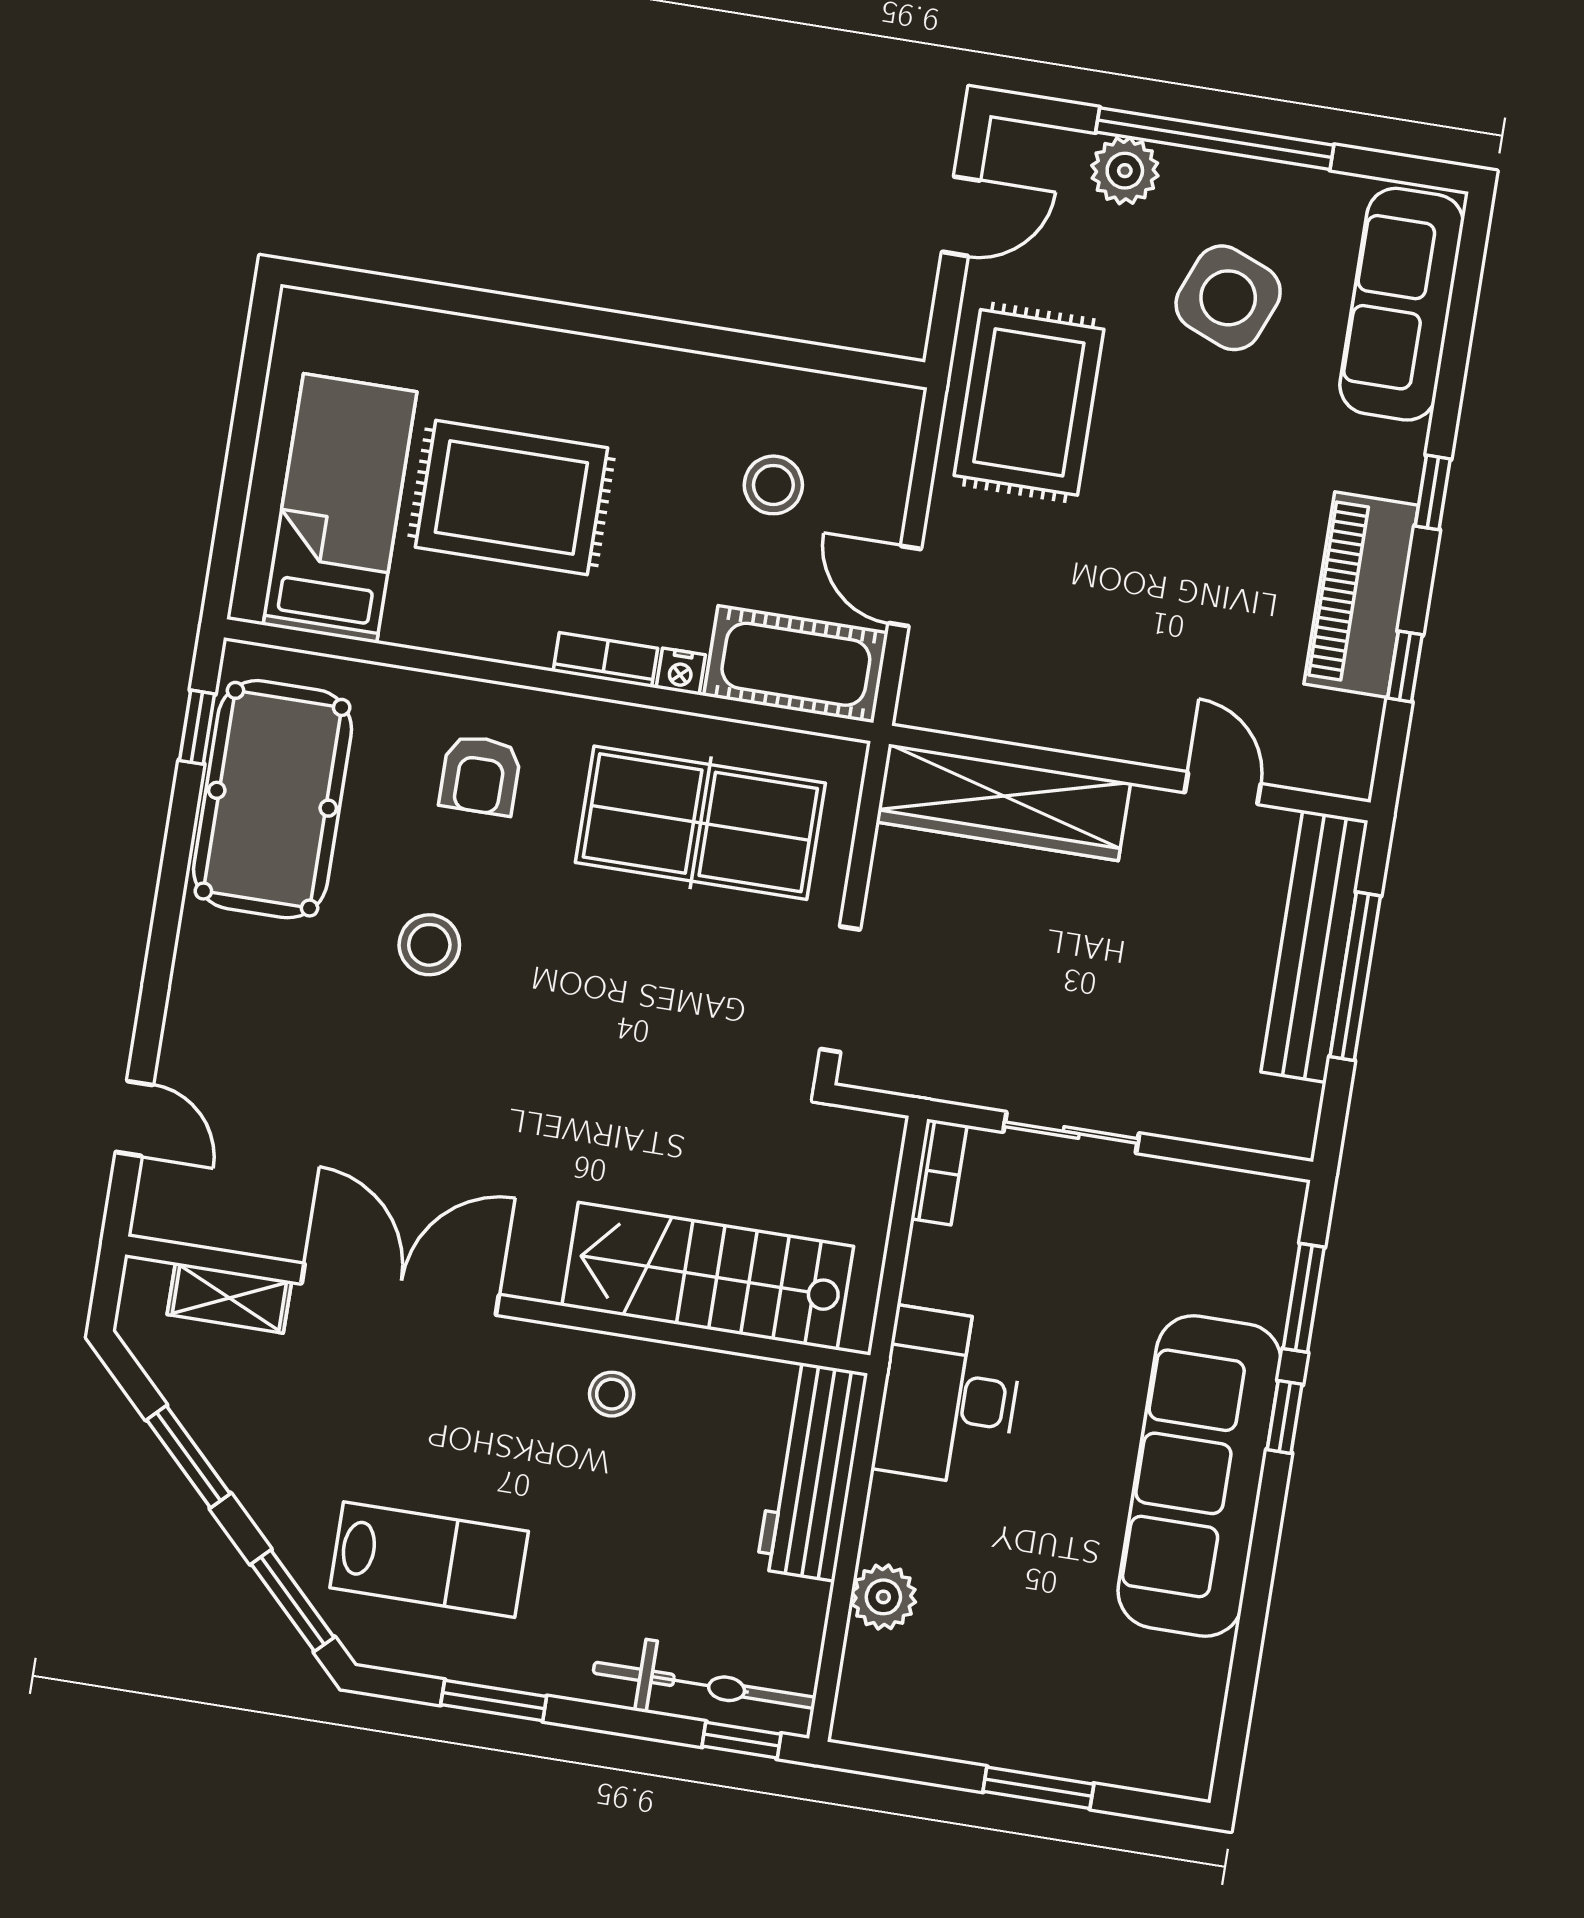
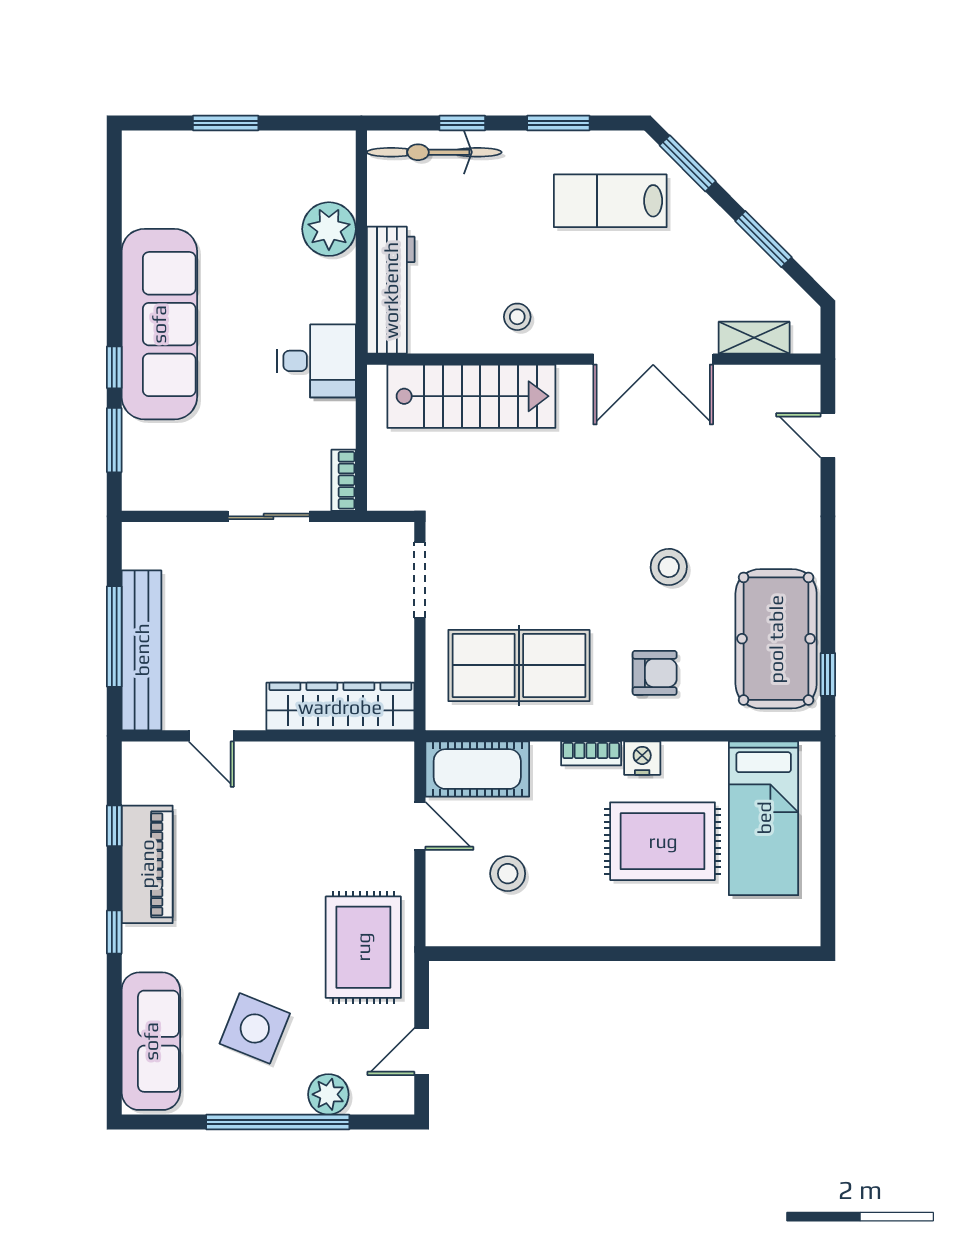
nightstand: (681, 671) -> (642, 758), moved, width x1.39, depth x1.35
armchair: (480, 775) -> (655, 673), turned 90
desk: (949, 1397) -> (316, 361), width x0.73
plant: (883, 1597) -> (329, 229), width x1.36, depth x1.36
window: (741, 1740) -> (462, 123), moved

